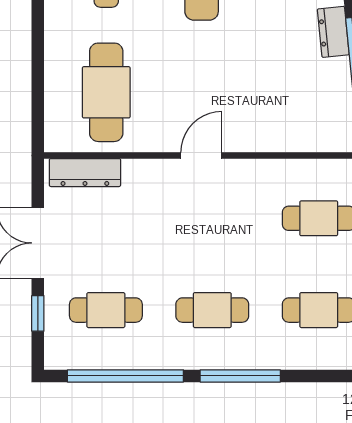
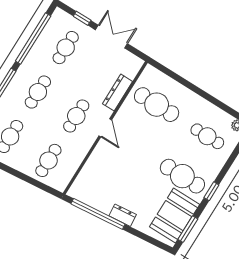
dresser: (85, 173) -> (117, 93), moved
cafe table: (212, 218) -> (76, 116), added

